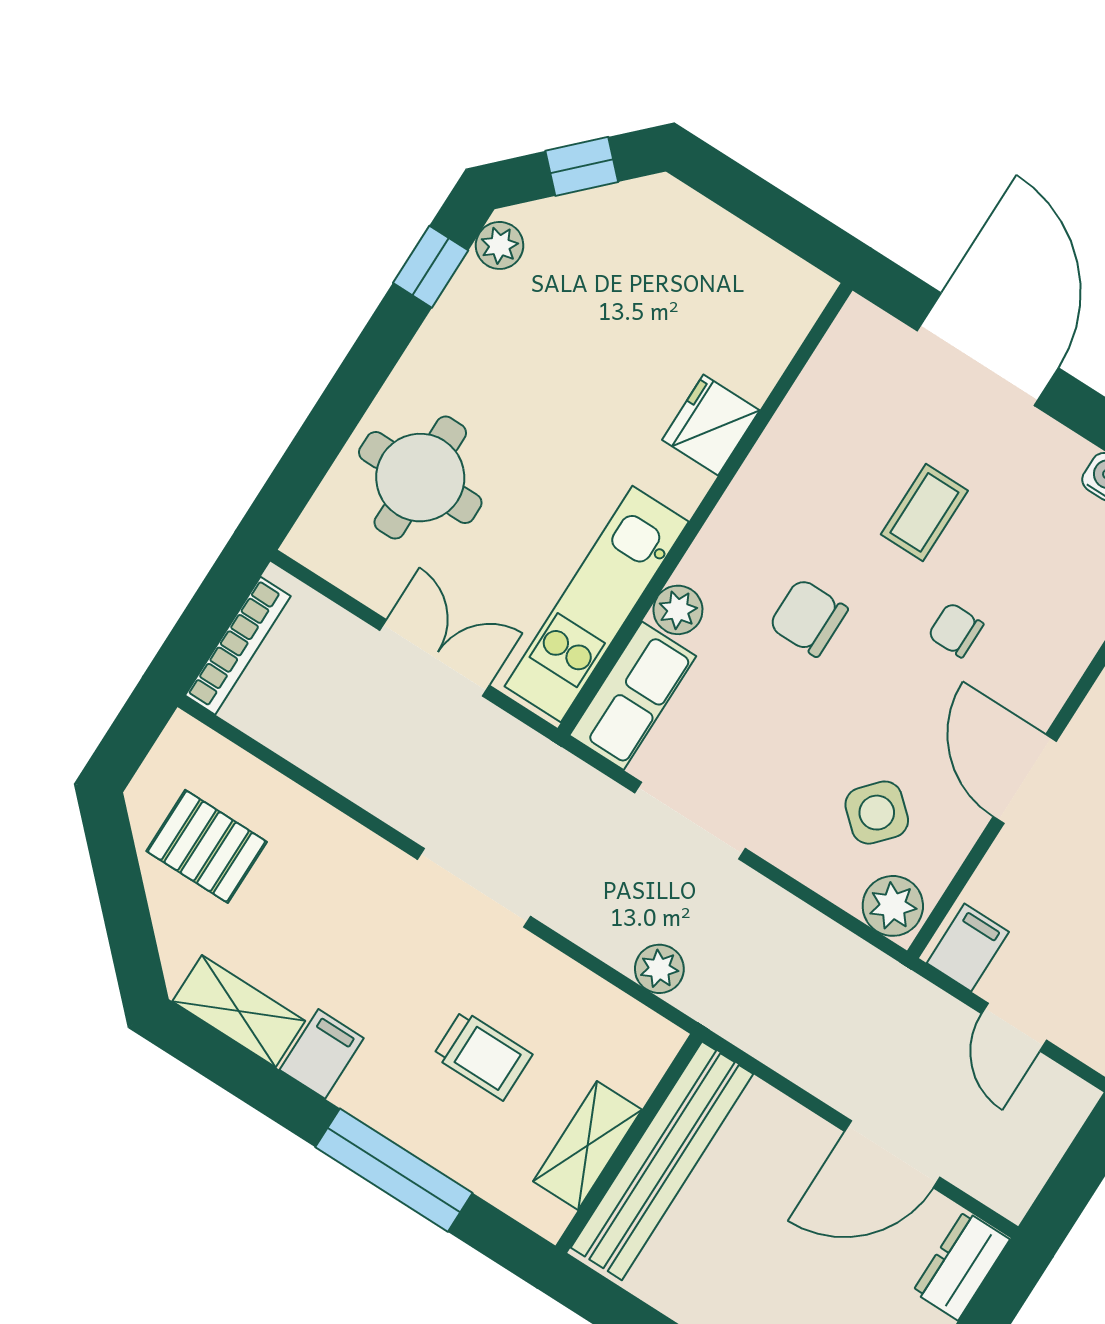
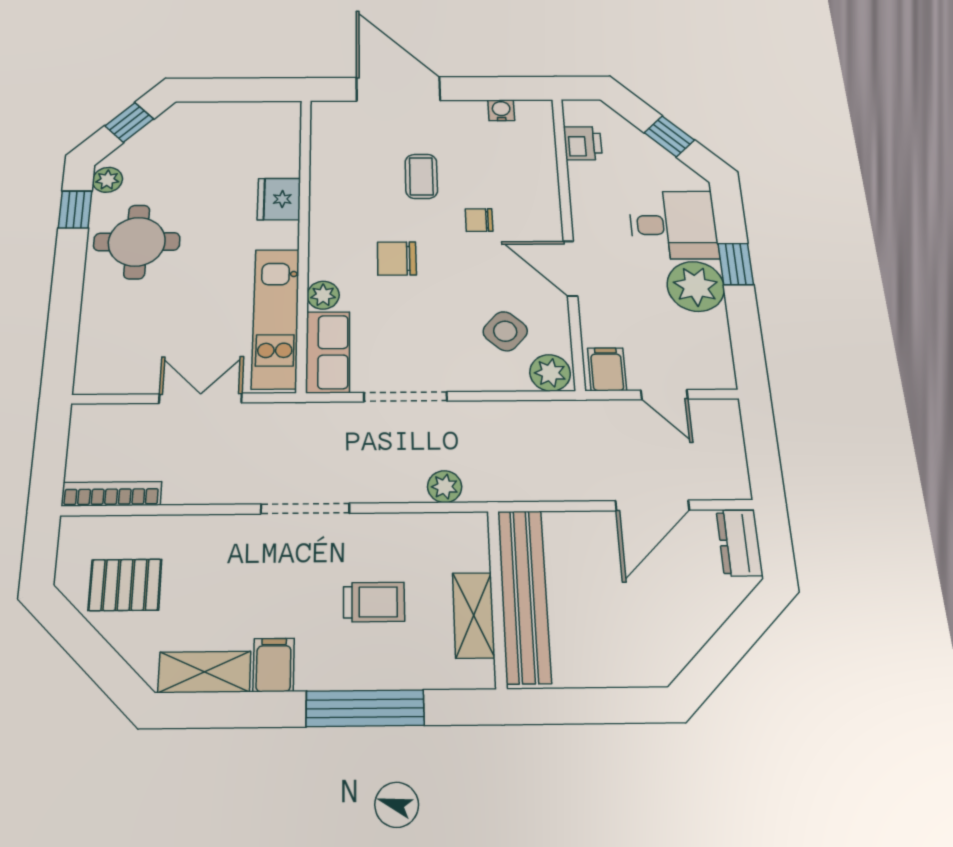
round table: (420, 478) -> (137, 242), moved
bookcase: (238, 646) -> (111, 494), moved, turned -90

